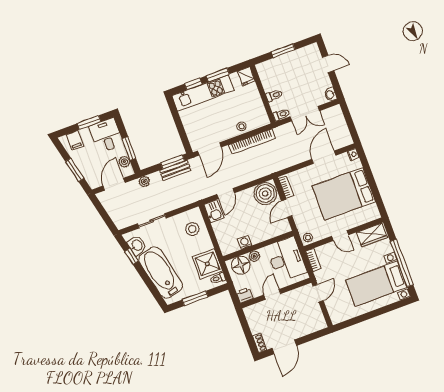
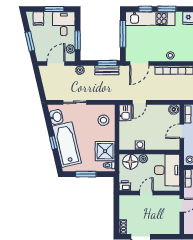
window: (178, 122) -> (123, 34), added
boiler: (265, 194) -> (174, 109), width x0.54, depth x0.54
window: (131, 256) -> (53, 143), moved

